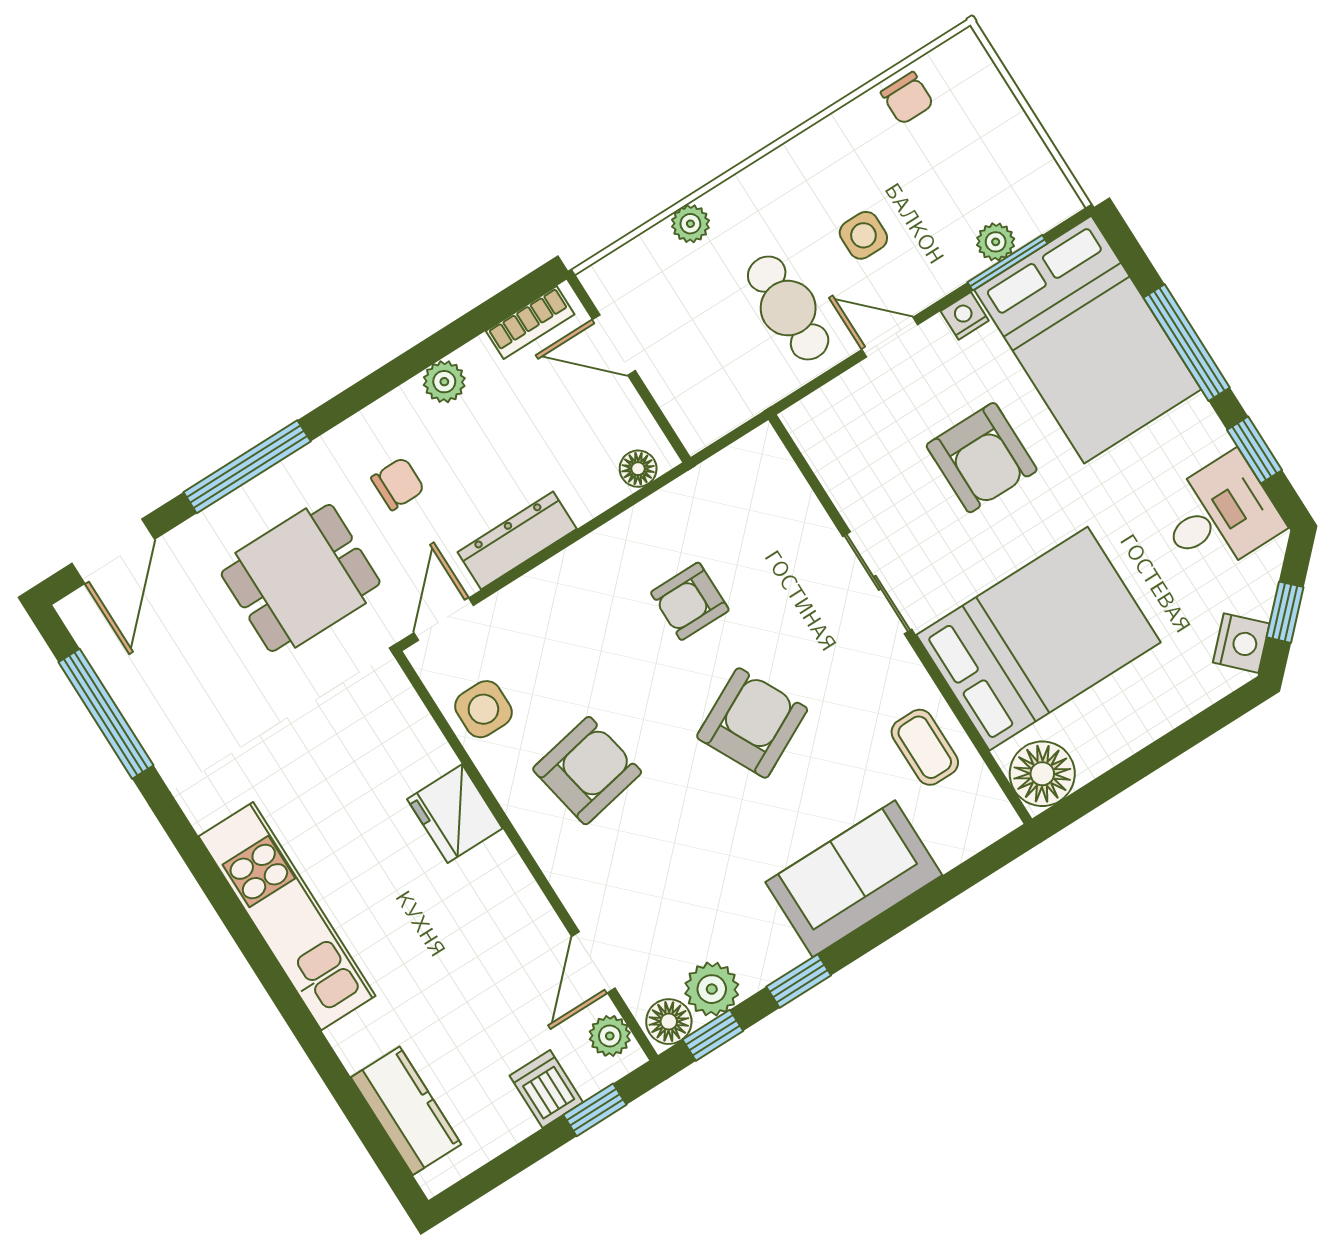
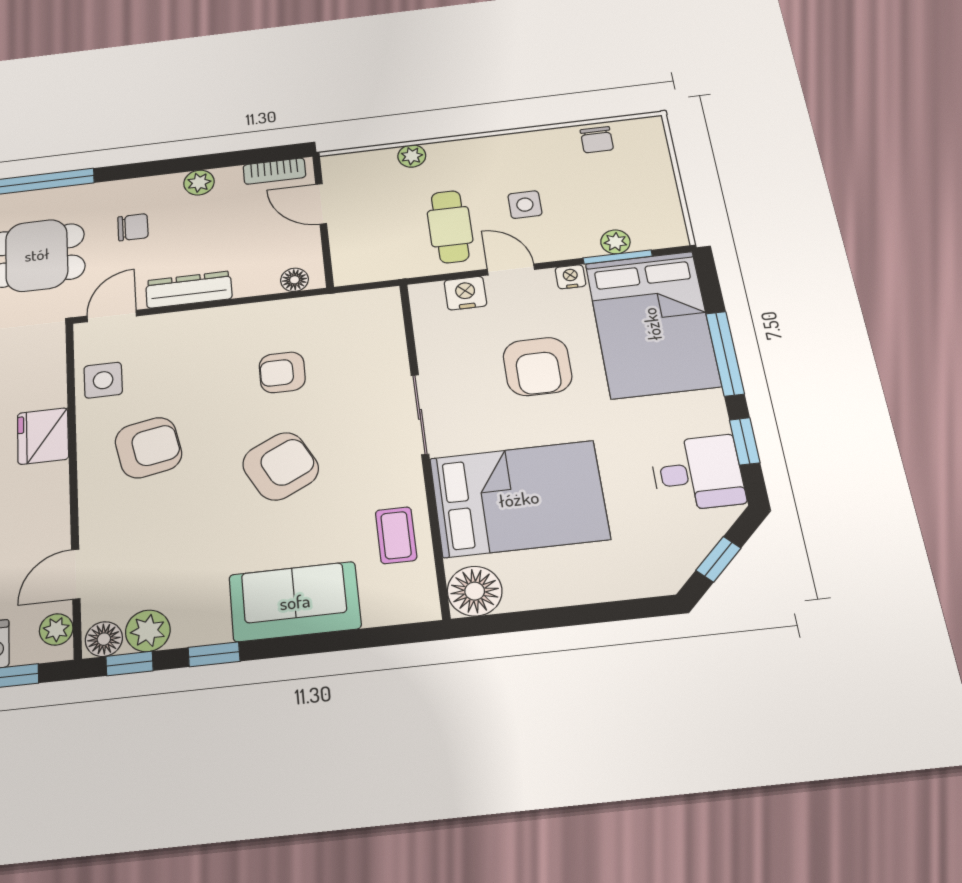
nightstand: (1241, 643) -> (465, 293), moved, turned -135

